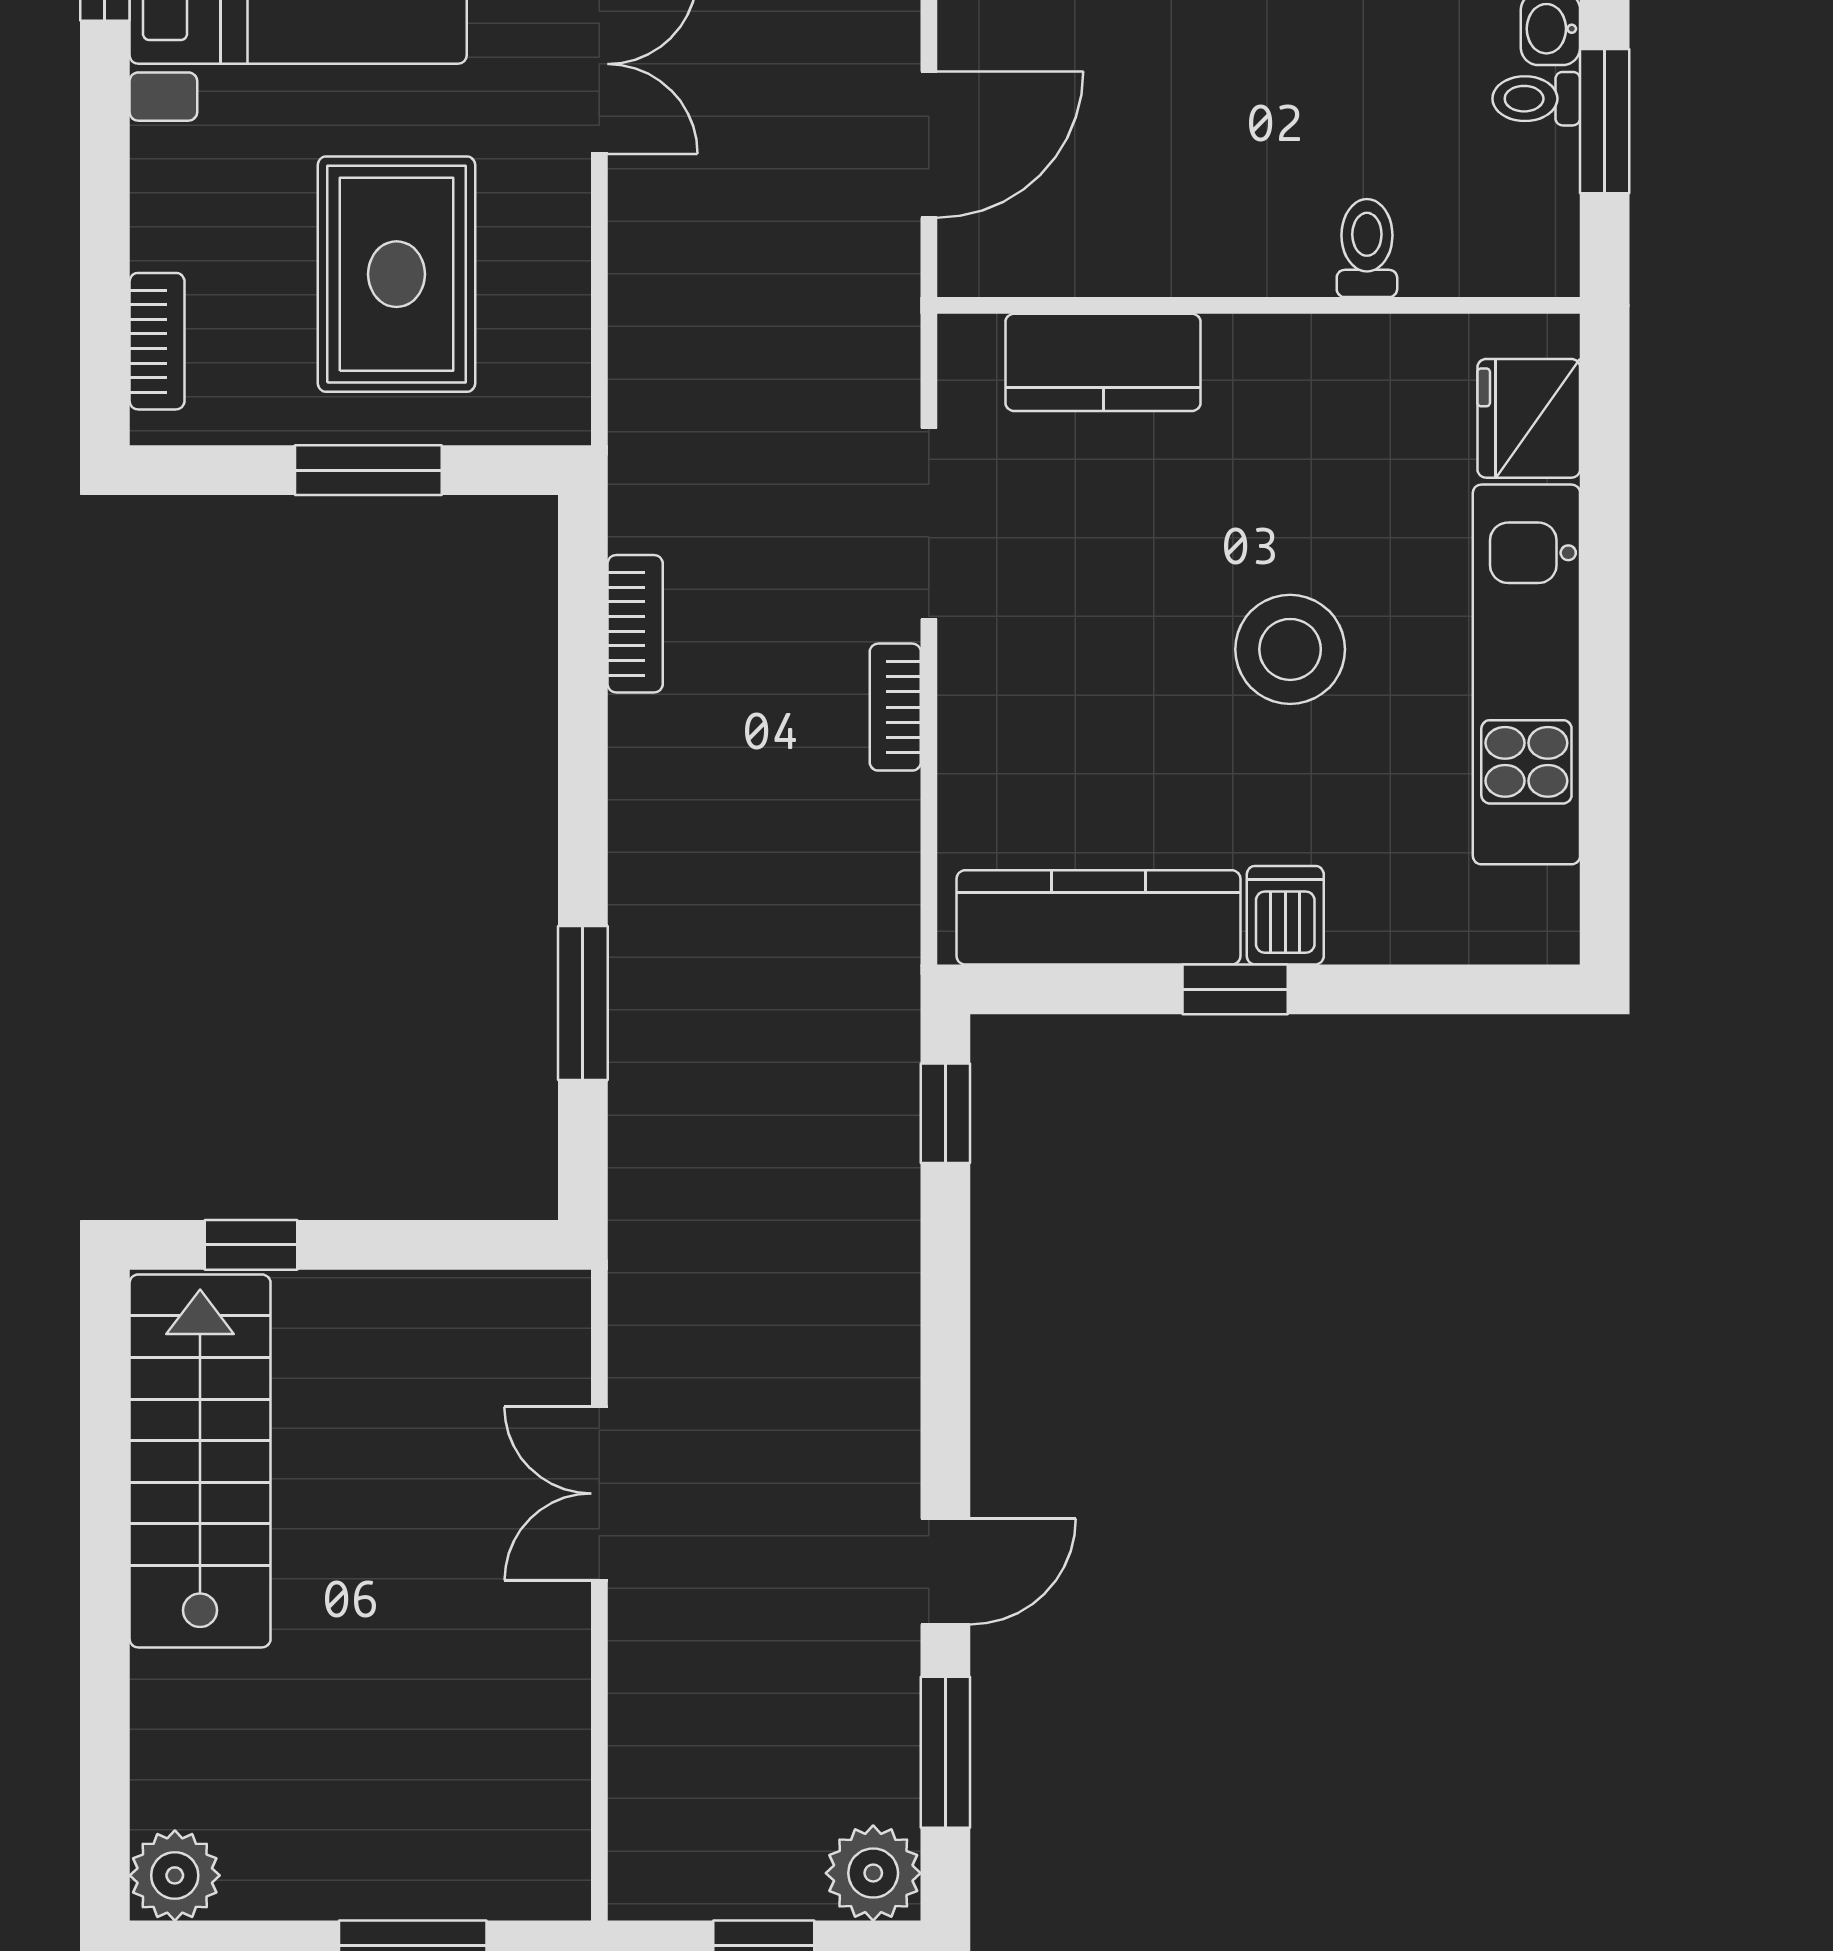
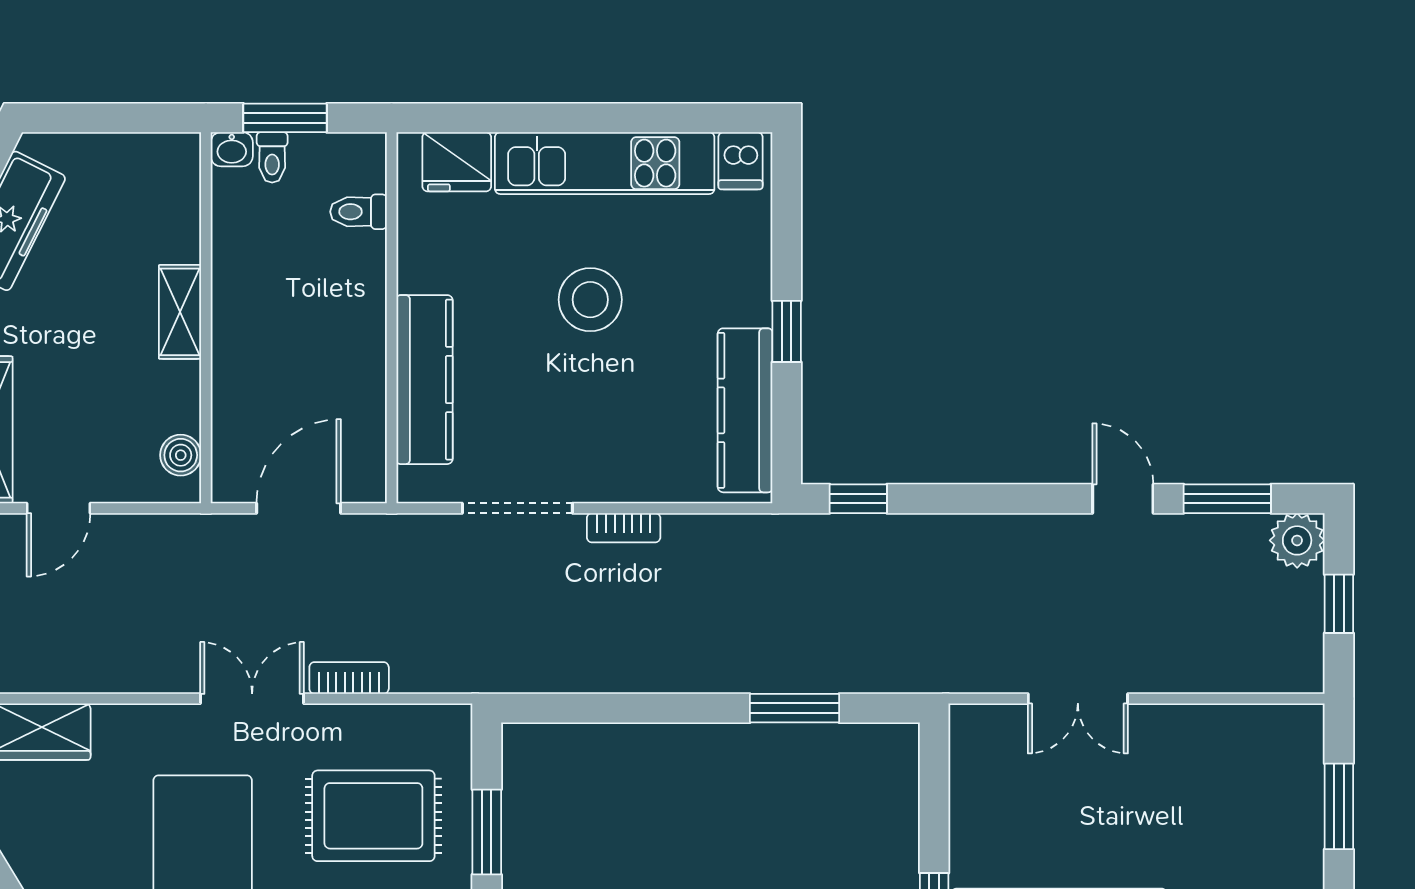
door: (929, 144) -> (299, 508), hinge flipped
toilet: (1367, 248) -> (358, 212), moved
kitchen counter: (1103, 362) -> (424, 380), width x1.50
bookcase: (635, 624) -> (349, 678), moved
dishwasher: (1285, 915) -> (740, 161), moved, turned -90

